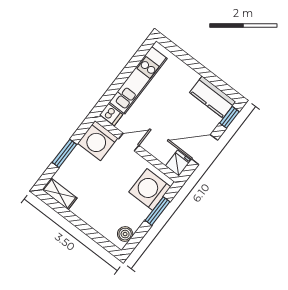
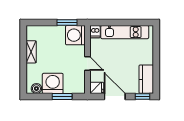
door: (129, 142) -> (87, 64), moved
window: (64, 153) -> (67, 23), moved
washing machine: (150, 189) -> (53, 83), moved
shelving: (60, 194) -> (31, 52), moved

